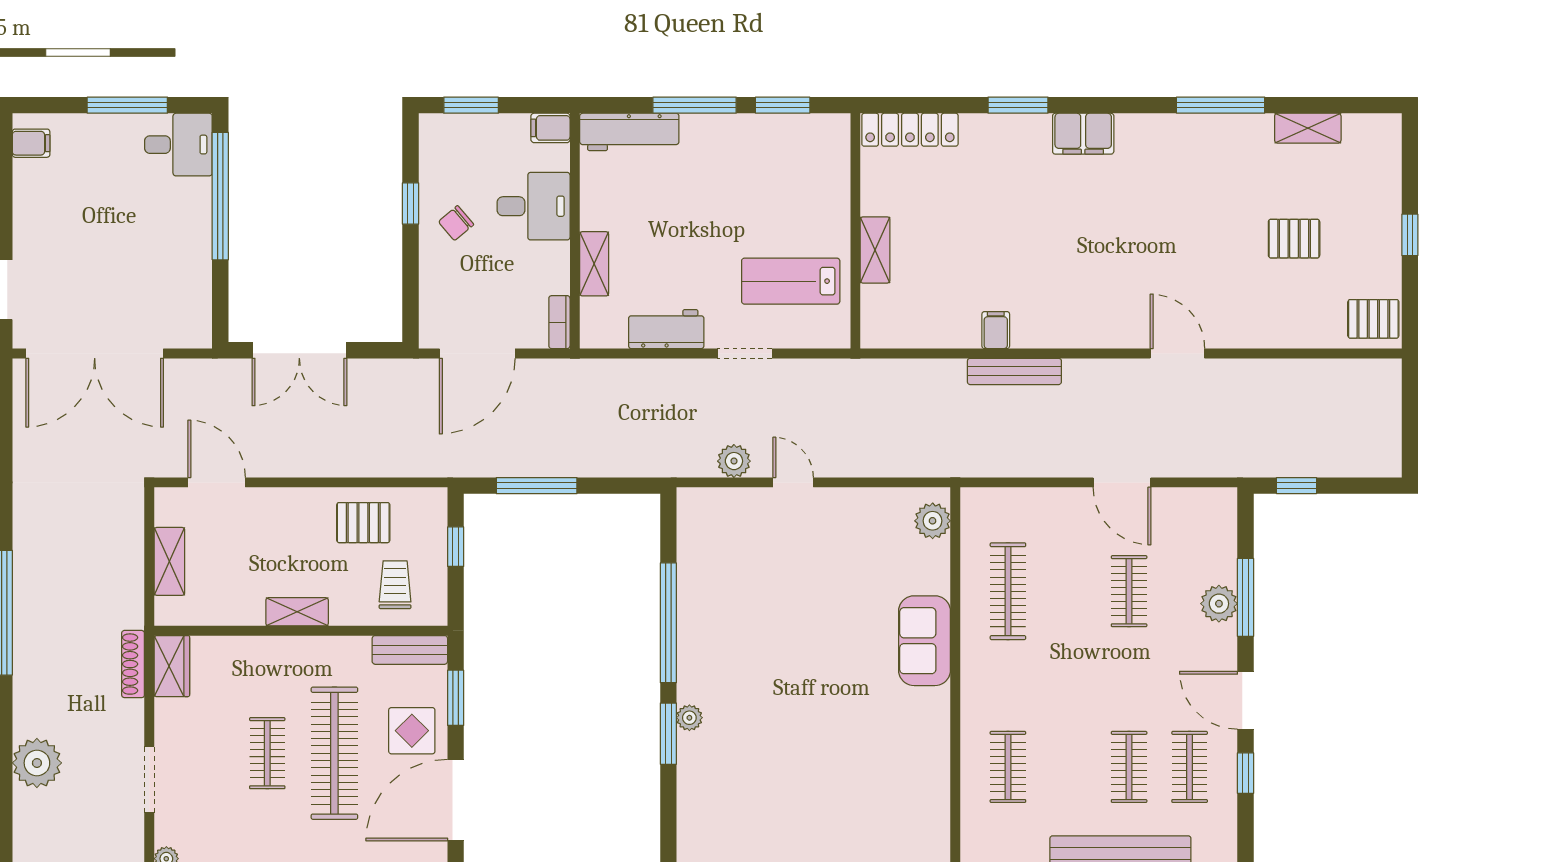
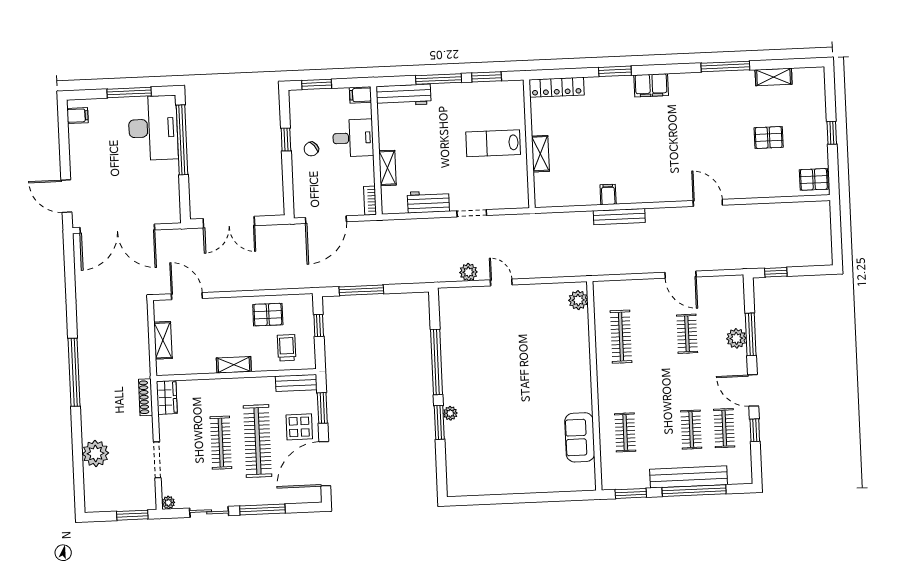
desk: (178, 145) -> (153, 128), width x1.87, depth x1.30
lab bench: (791, 281) -> (493, 143), moved
sofa: (925, 641) -> (580, 437), moved
clothes rail: (267, 753) -> (221, 443), width x1.36

